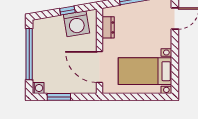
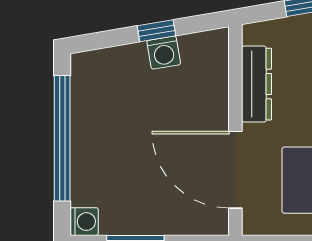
washing machine: (77, 24) -> (164, 53), width x0.53, depth x0.53
dresser: (108, 27) -> (257, 84), width x1.44

